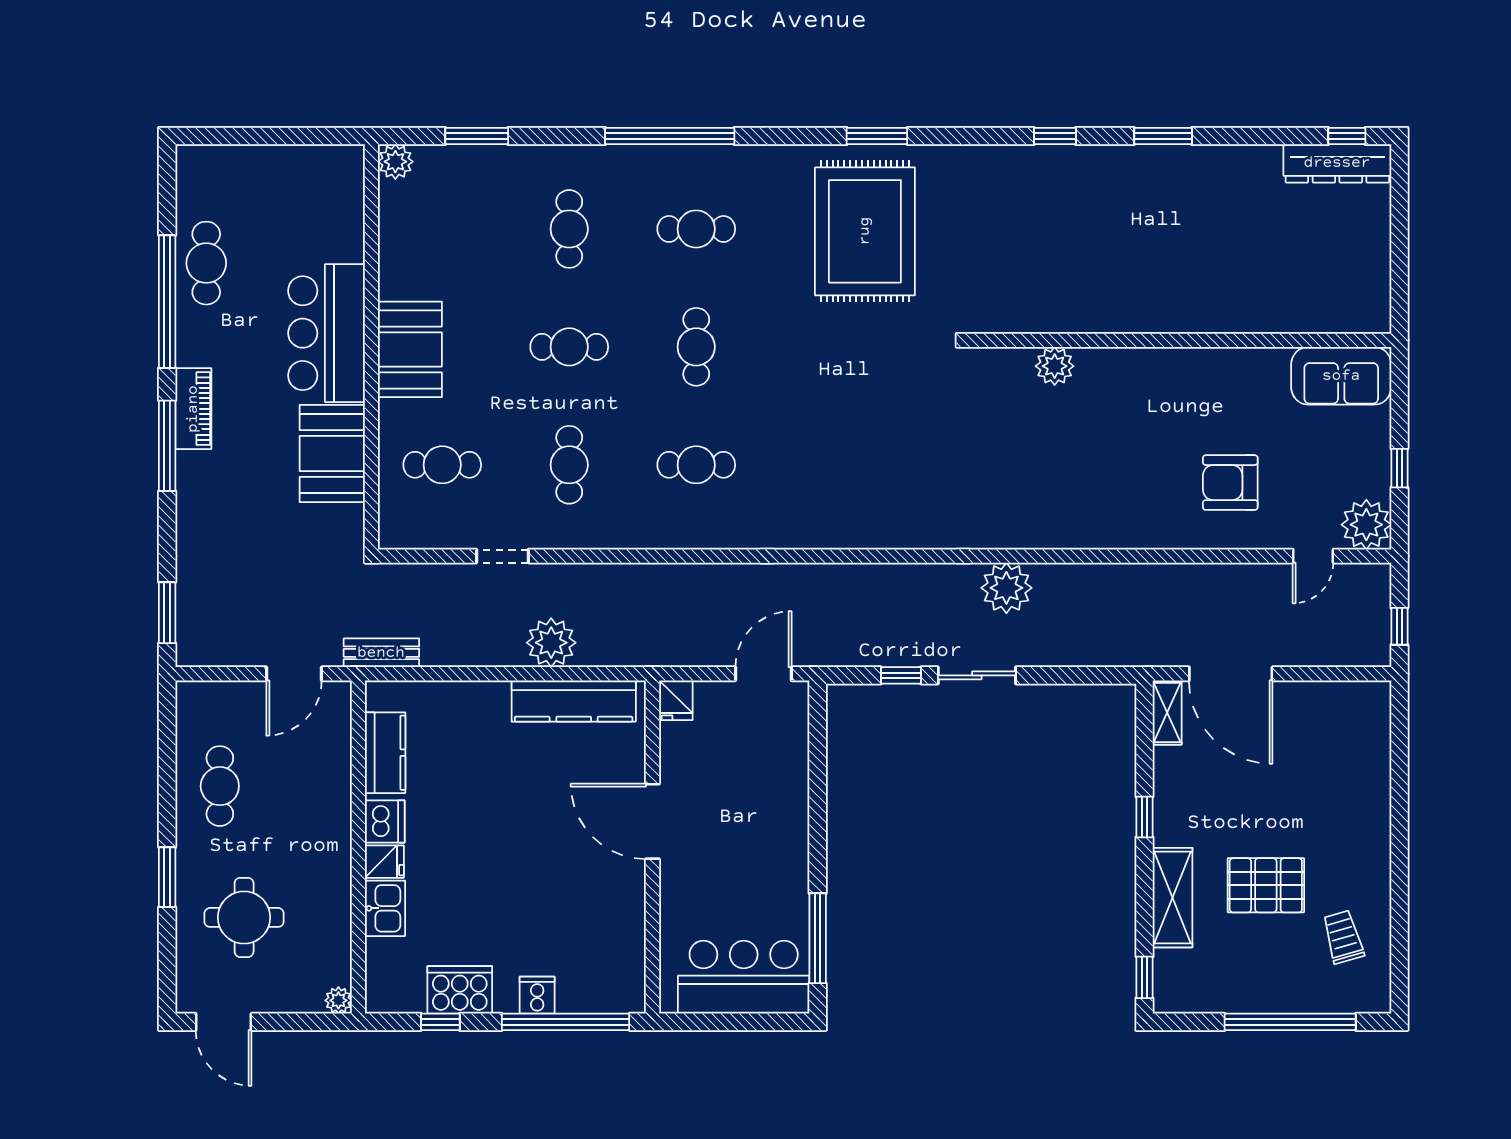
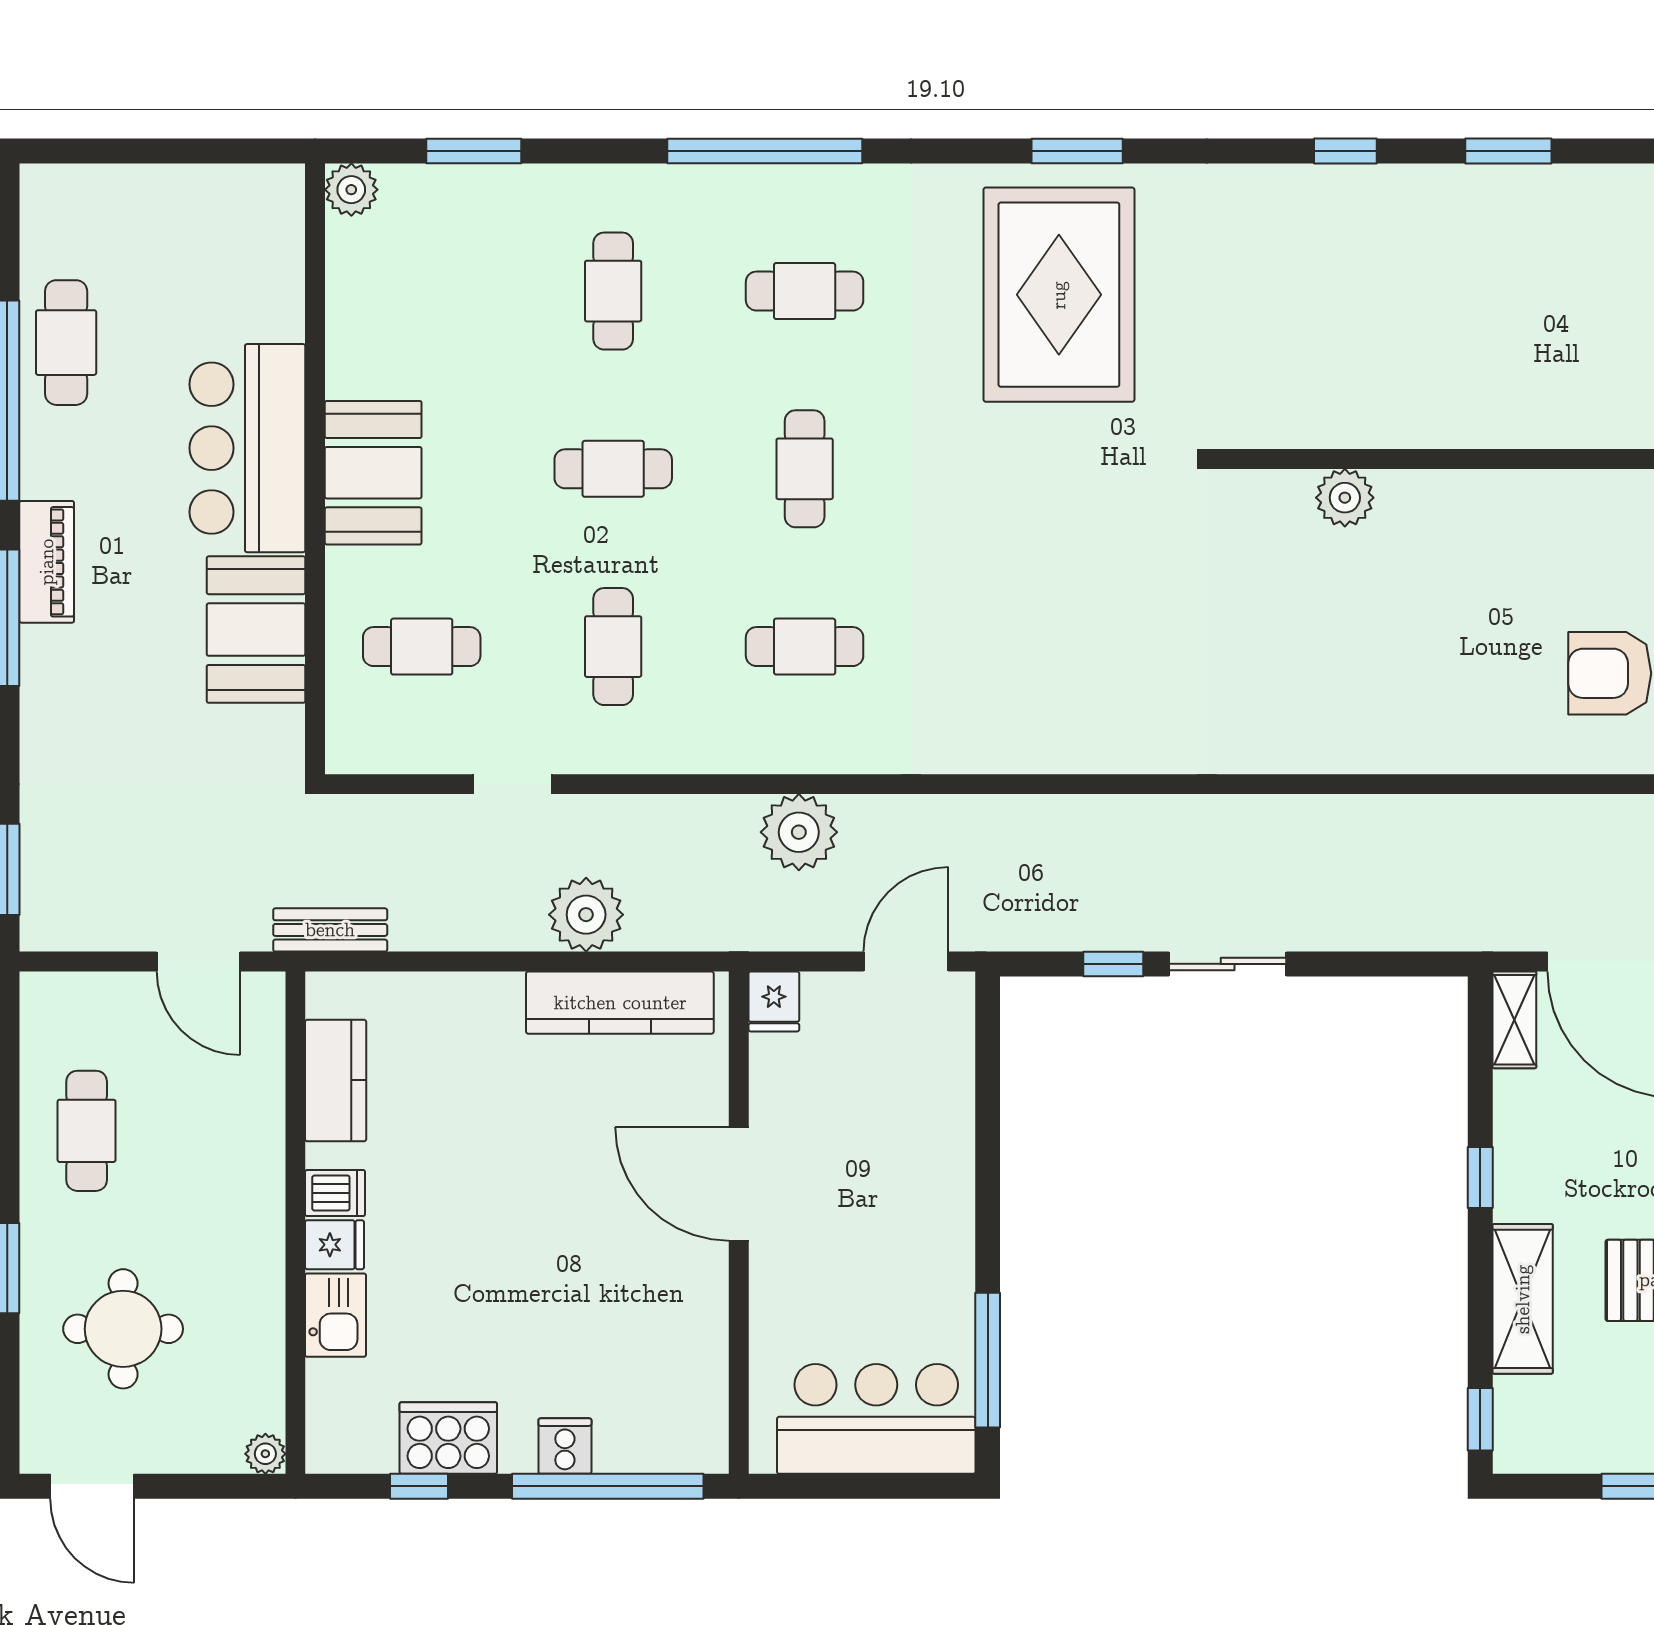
plant: (1006, 588) -> (799, 832), moved
door: (294, 674) -> (198, 962), hinge flipped
dishwasher: (385, 822) -> (335, 1193), width x0.73

